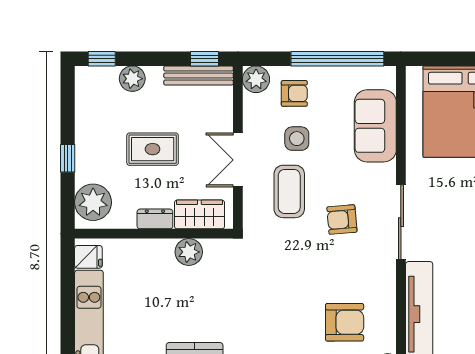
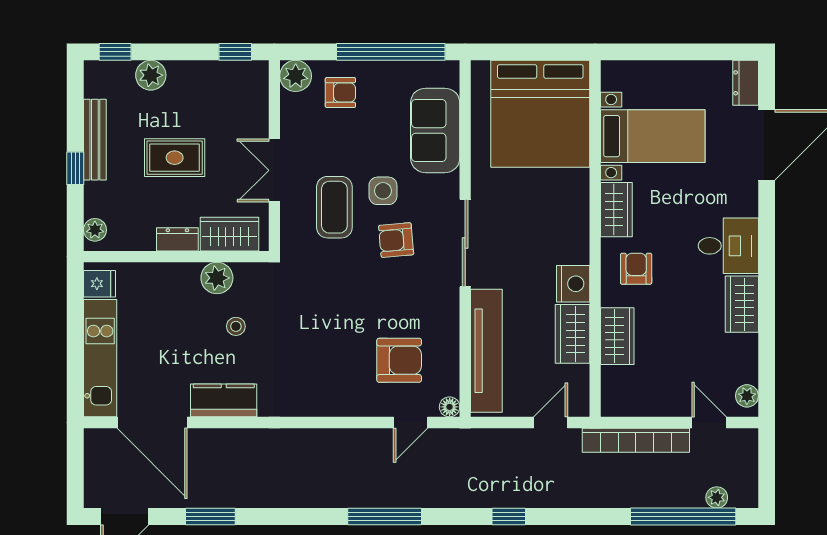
bench: (199, 76) -> (95, 140), moved, turned 90
side table: (297, 139) -> (383, 191), moved
plant: (93, 202) -> (95, 230), width x0.53, depth x0.53
stool: (205, 293) -> (236, 326), added

